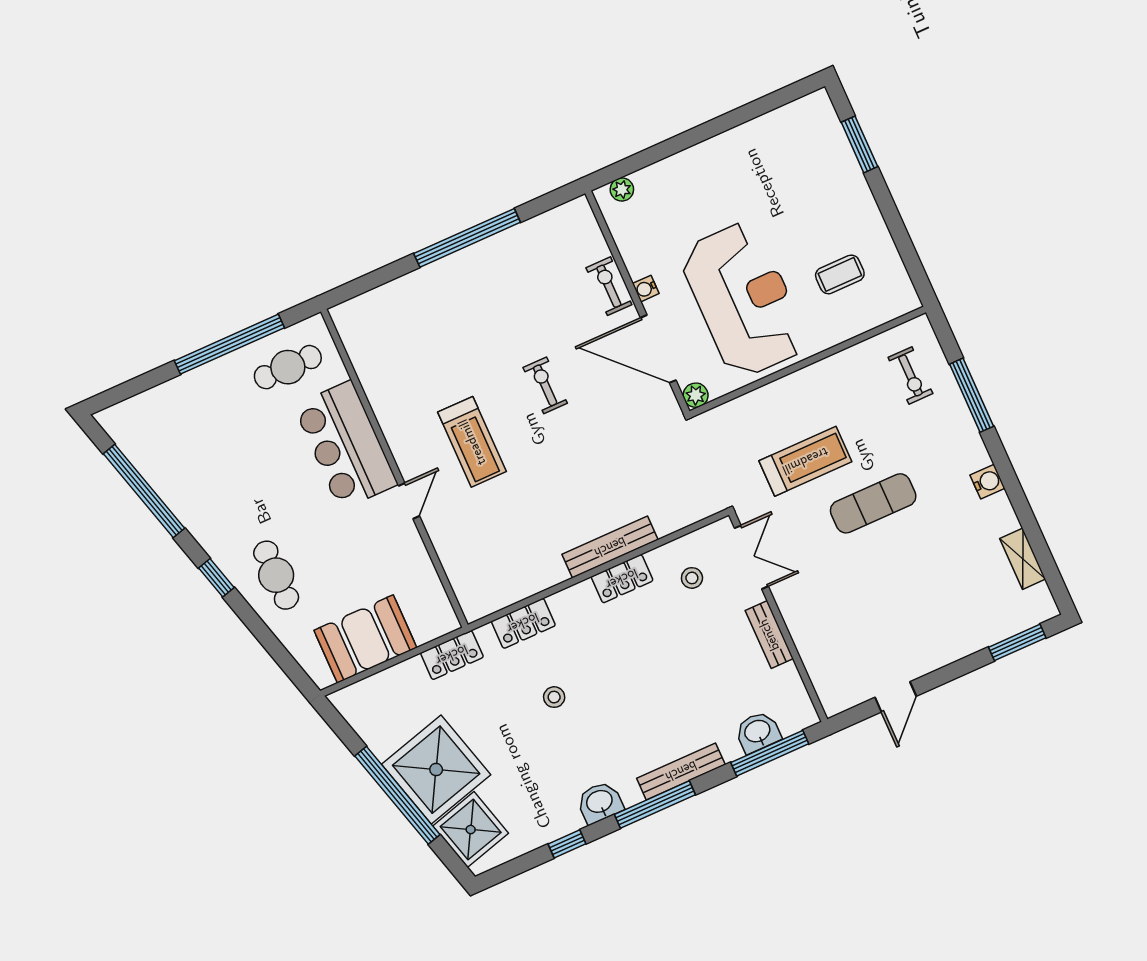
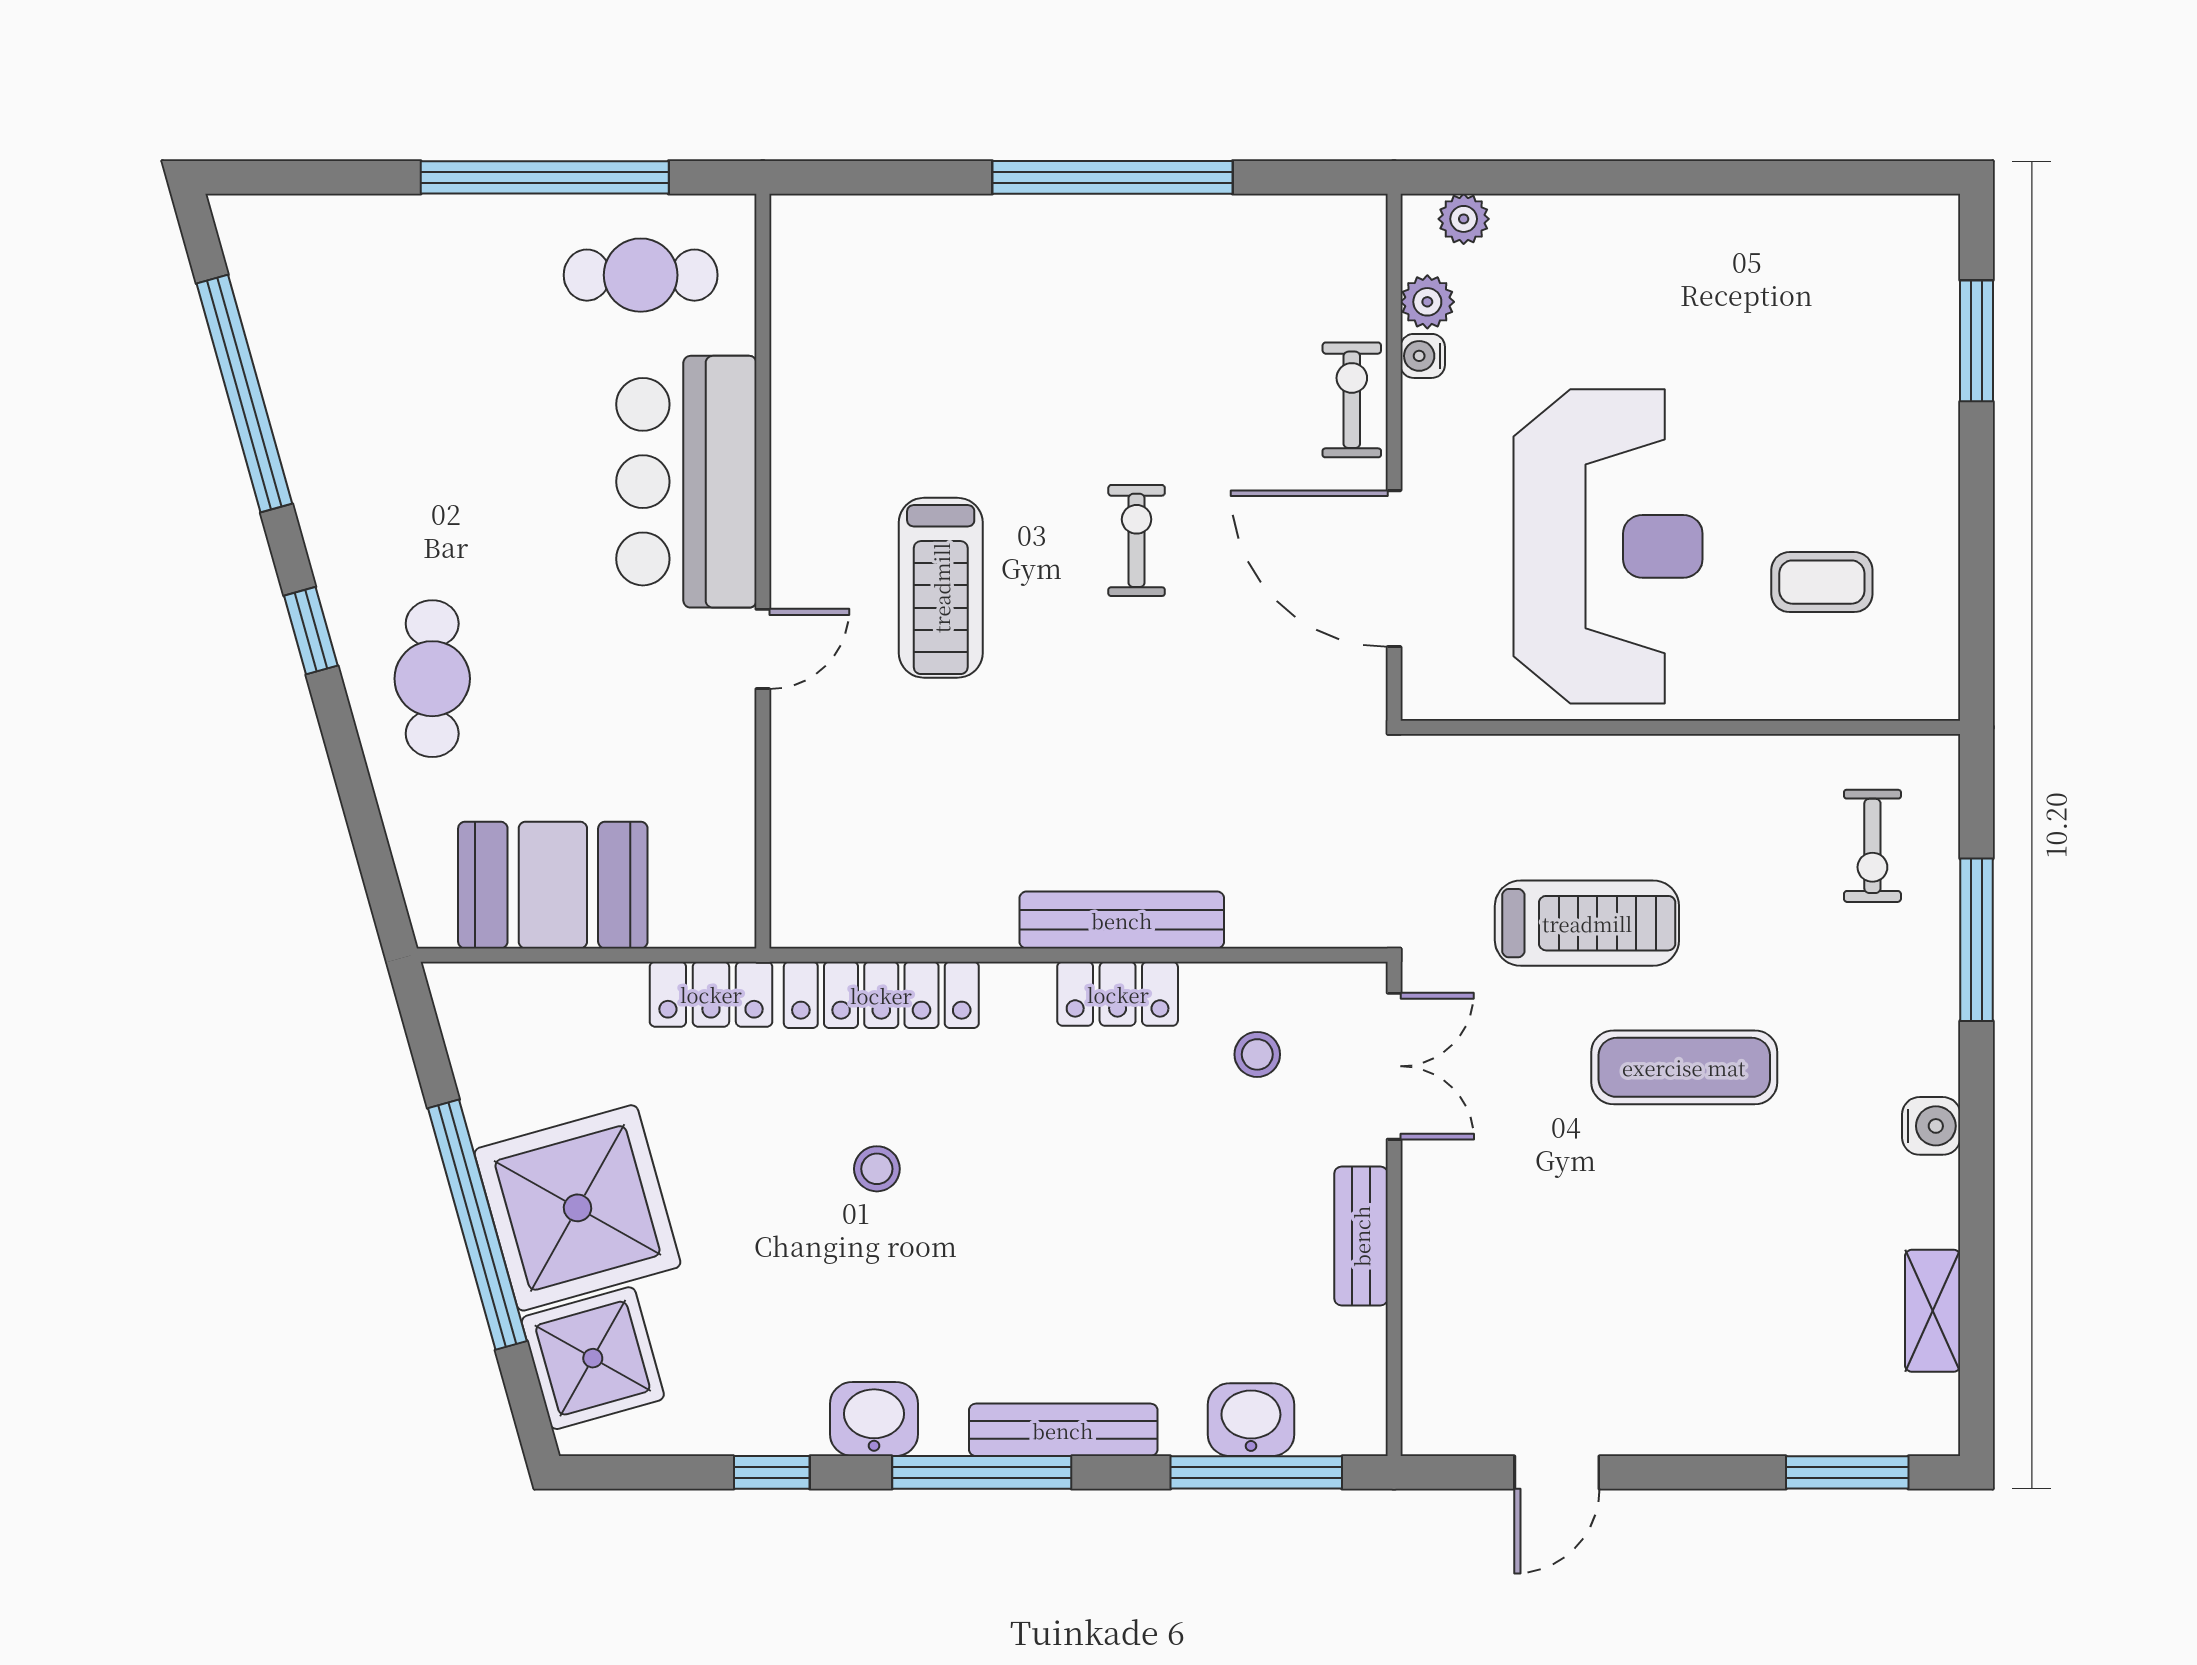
water cooler: (646, 289) -> (1423, 356), moved
plant: (696, 395) -> (1427, 302), moved
locker: (523, 623) -> (881, 995), width x1.53

